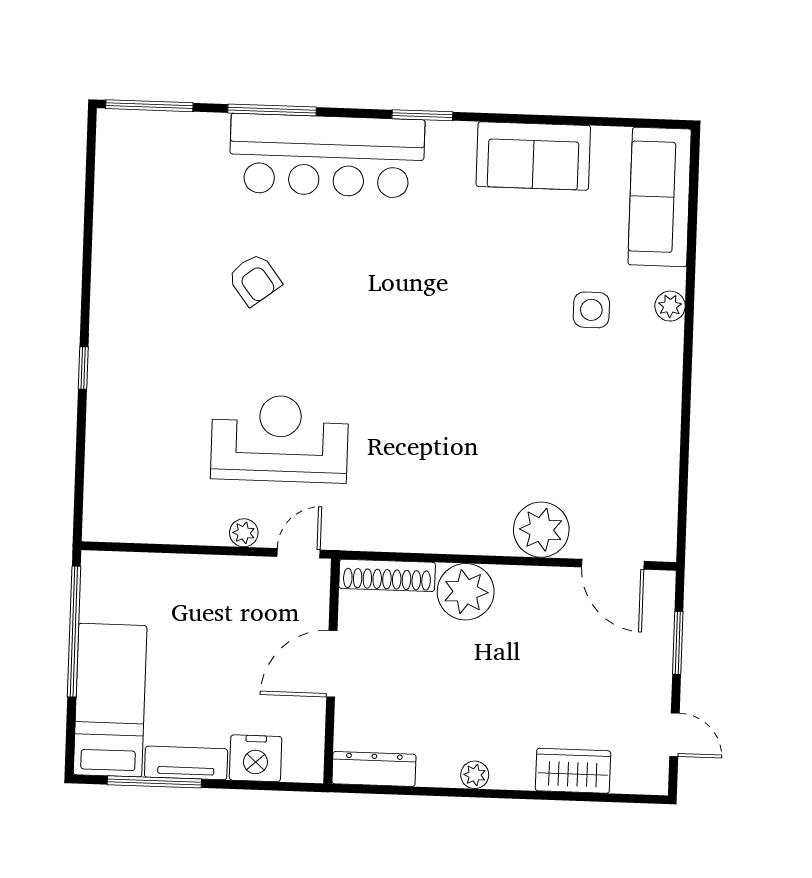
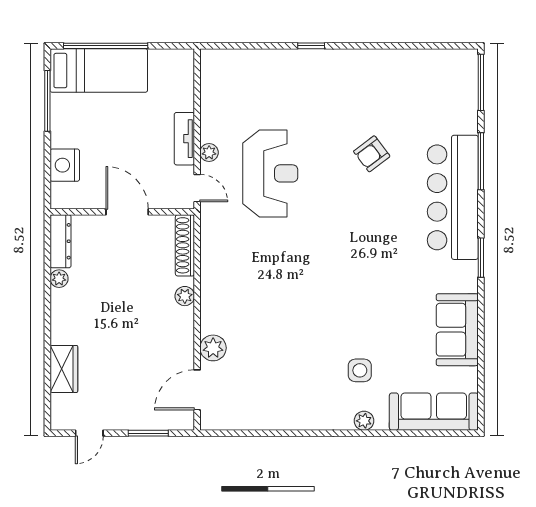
plant: (541, 530) -> (213, 348), width x0.73, depth x0.73
plant: (466, 592) -> (185, 296), width x0.53, depth x0.53
window: (74, 632) -> (106, 46), moved
tv unit: (186, 763) -> (184, 139), moved, turned 180
plant: (475, 775) -> (59, 279), moved

